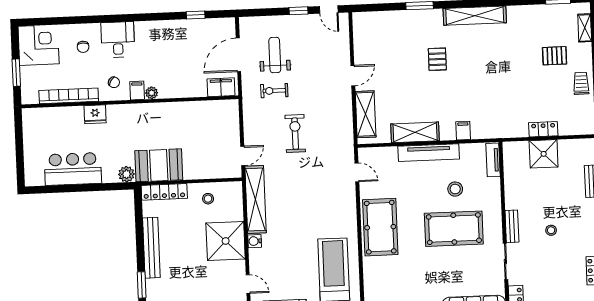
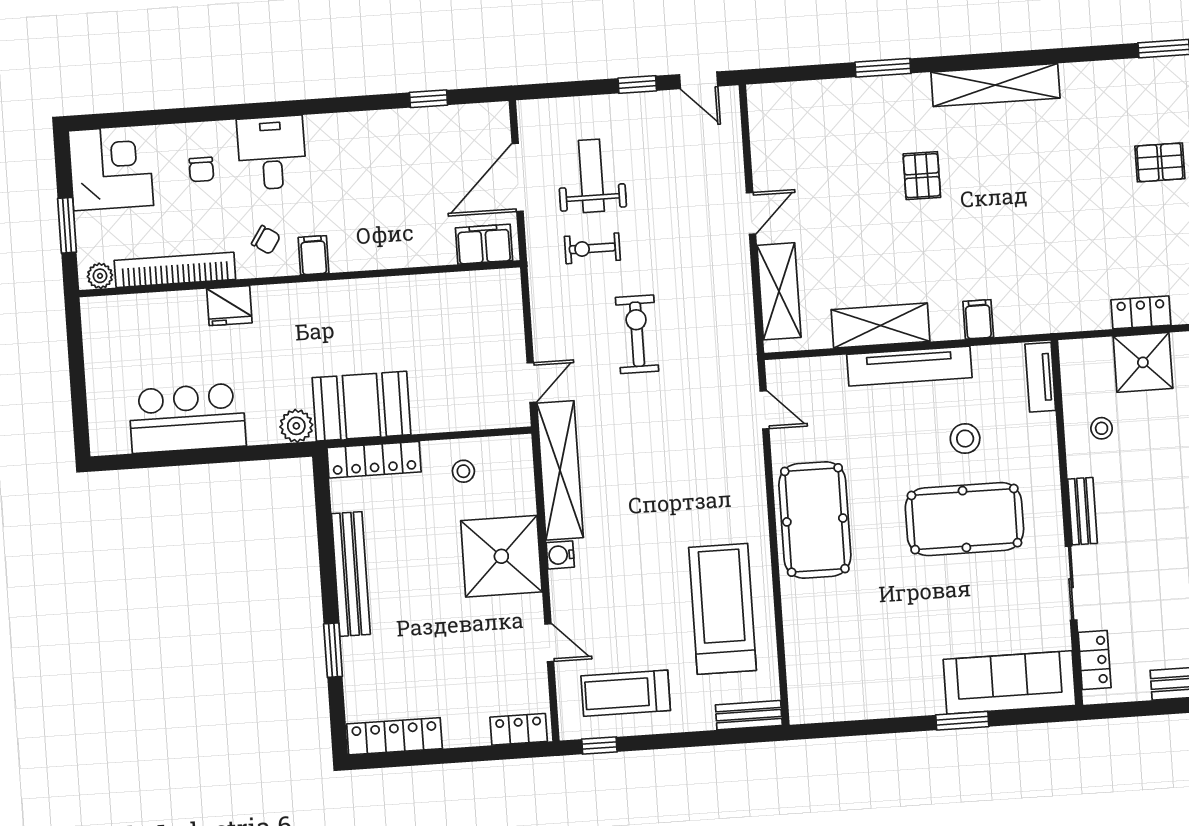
plant: (152, 93) -> (100, 276), moved
stool: (551, 230) -> (1102, 428), moved

